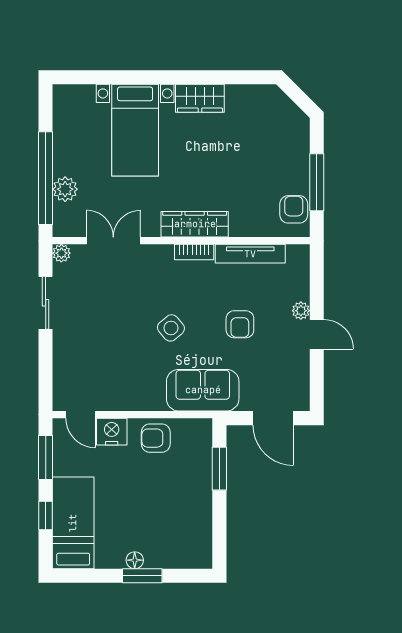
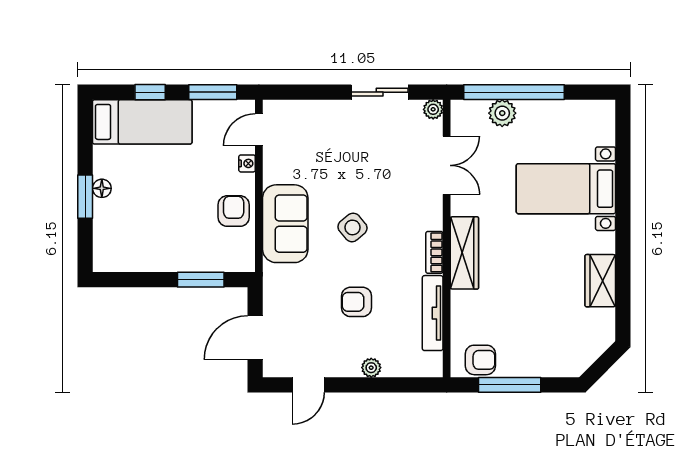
wardrobe: (200, 98) -> (600, 281), moved
door: (317, 334) -> (308, 385), moved
sofa: (203, 390) -> (285, 224), moved
nightstand: (112, 432) -> (247, 163), width x0.53, depth x0.56

